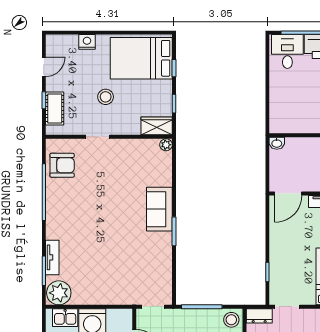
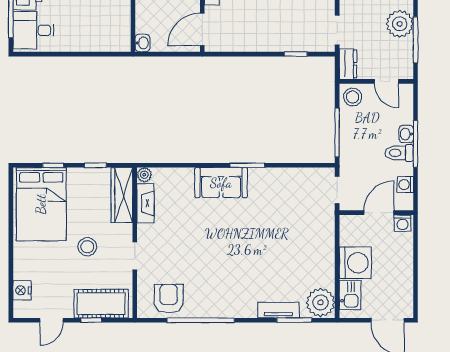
nightstand: (87, 42) -> (22, 290), moved
door: (44, 67) -> (51, 320), swing flipped
cot: (55, 108) -> (101, 304), width x1.37, depth x1.34
wardrobe: (157, 126) -> (122, 195), width x1.50
fireplace: (142, 146) -> (145, 203), added
door: (288, 193) -> (202, 29), swing flipped

